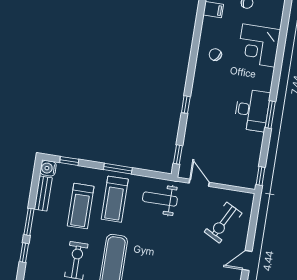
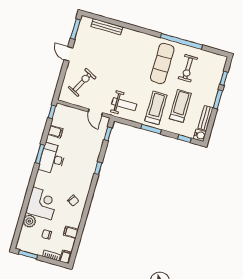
plant: (274, 18) -> (29, 221), added
filing cabinet: (252, 149) -> (55, 132), added
door: (247, 260) -> (68, 54), swing flipped

